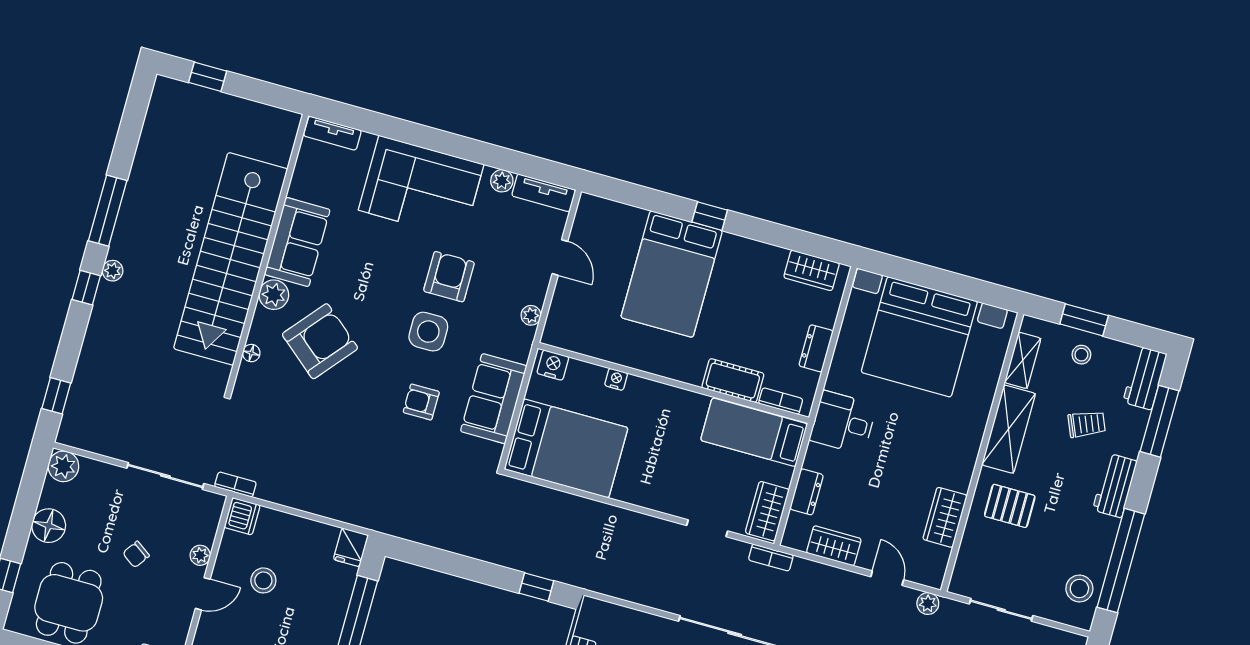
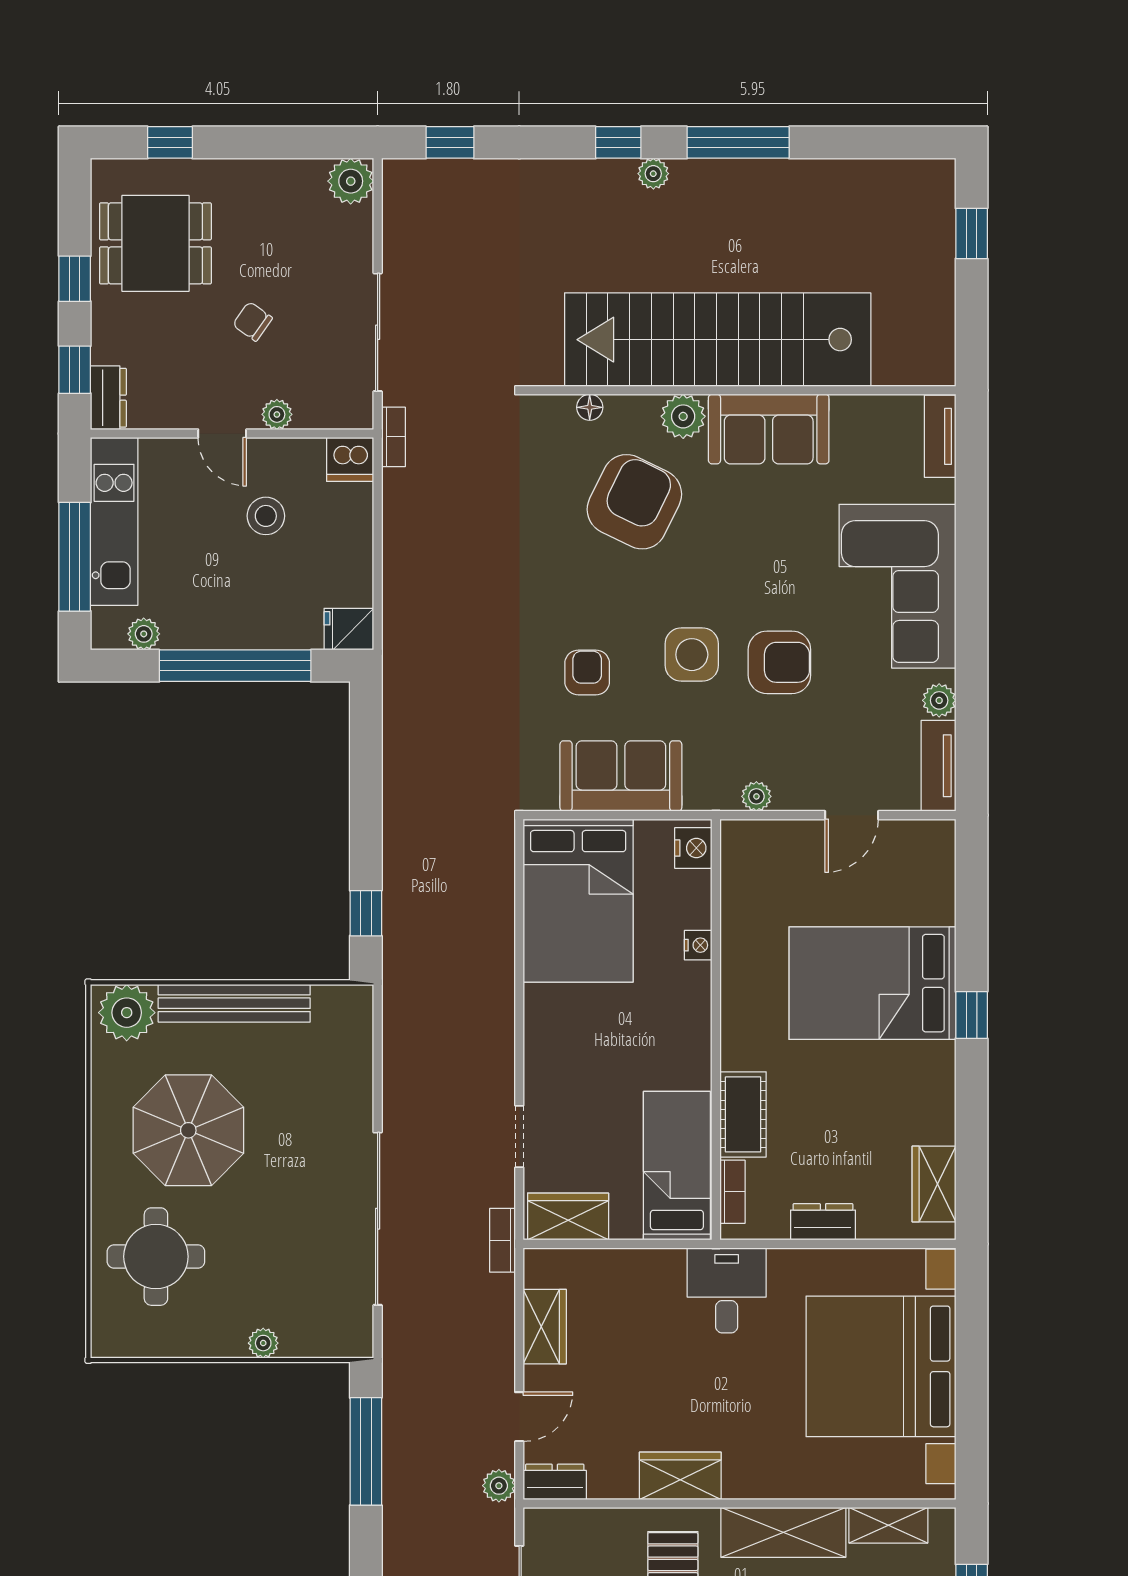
armchair: (320, 341) -> (634, 502), turned -104
dresser: (807, 492) -> (555, 1482), moved, turned 180
wardrobe: (945, 517) -> (680, 1476), moved
floor lamp: (49, 526) -> (259, 183), removed

